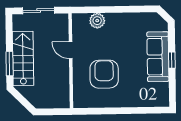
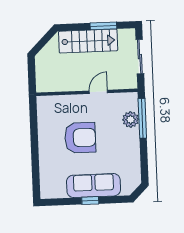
window: (96, 10) -> (142, 118), added
window: (10, 64) -> (103, 26), moved
armchair: (104, 74) -> (80, 138), moved

